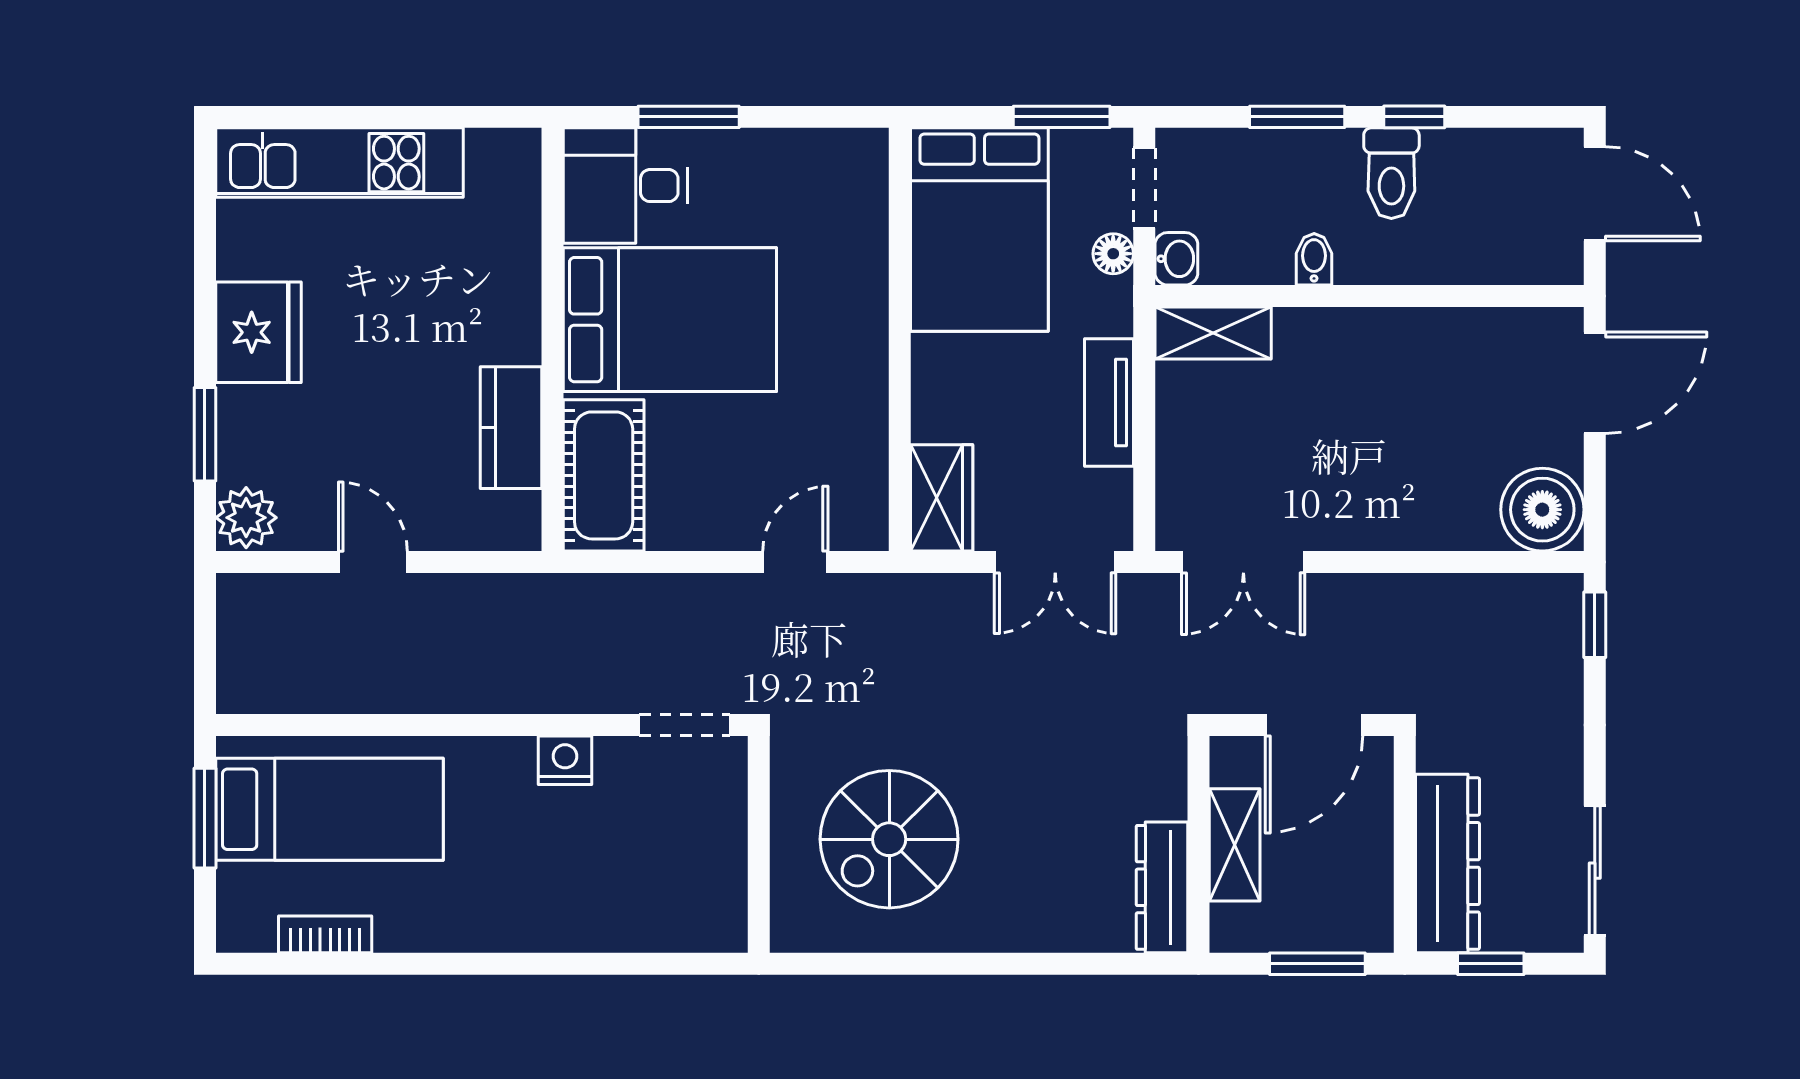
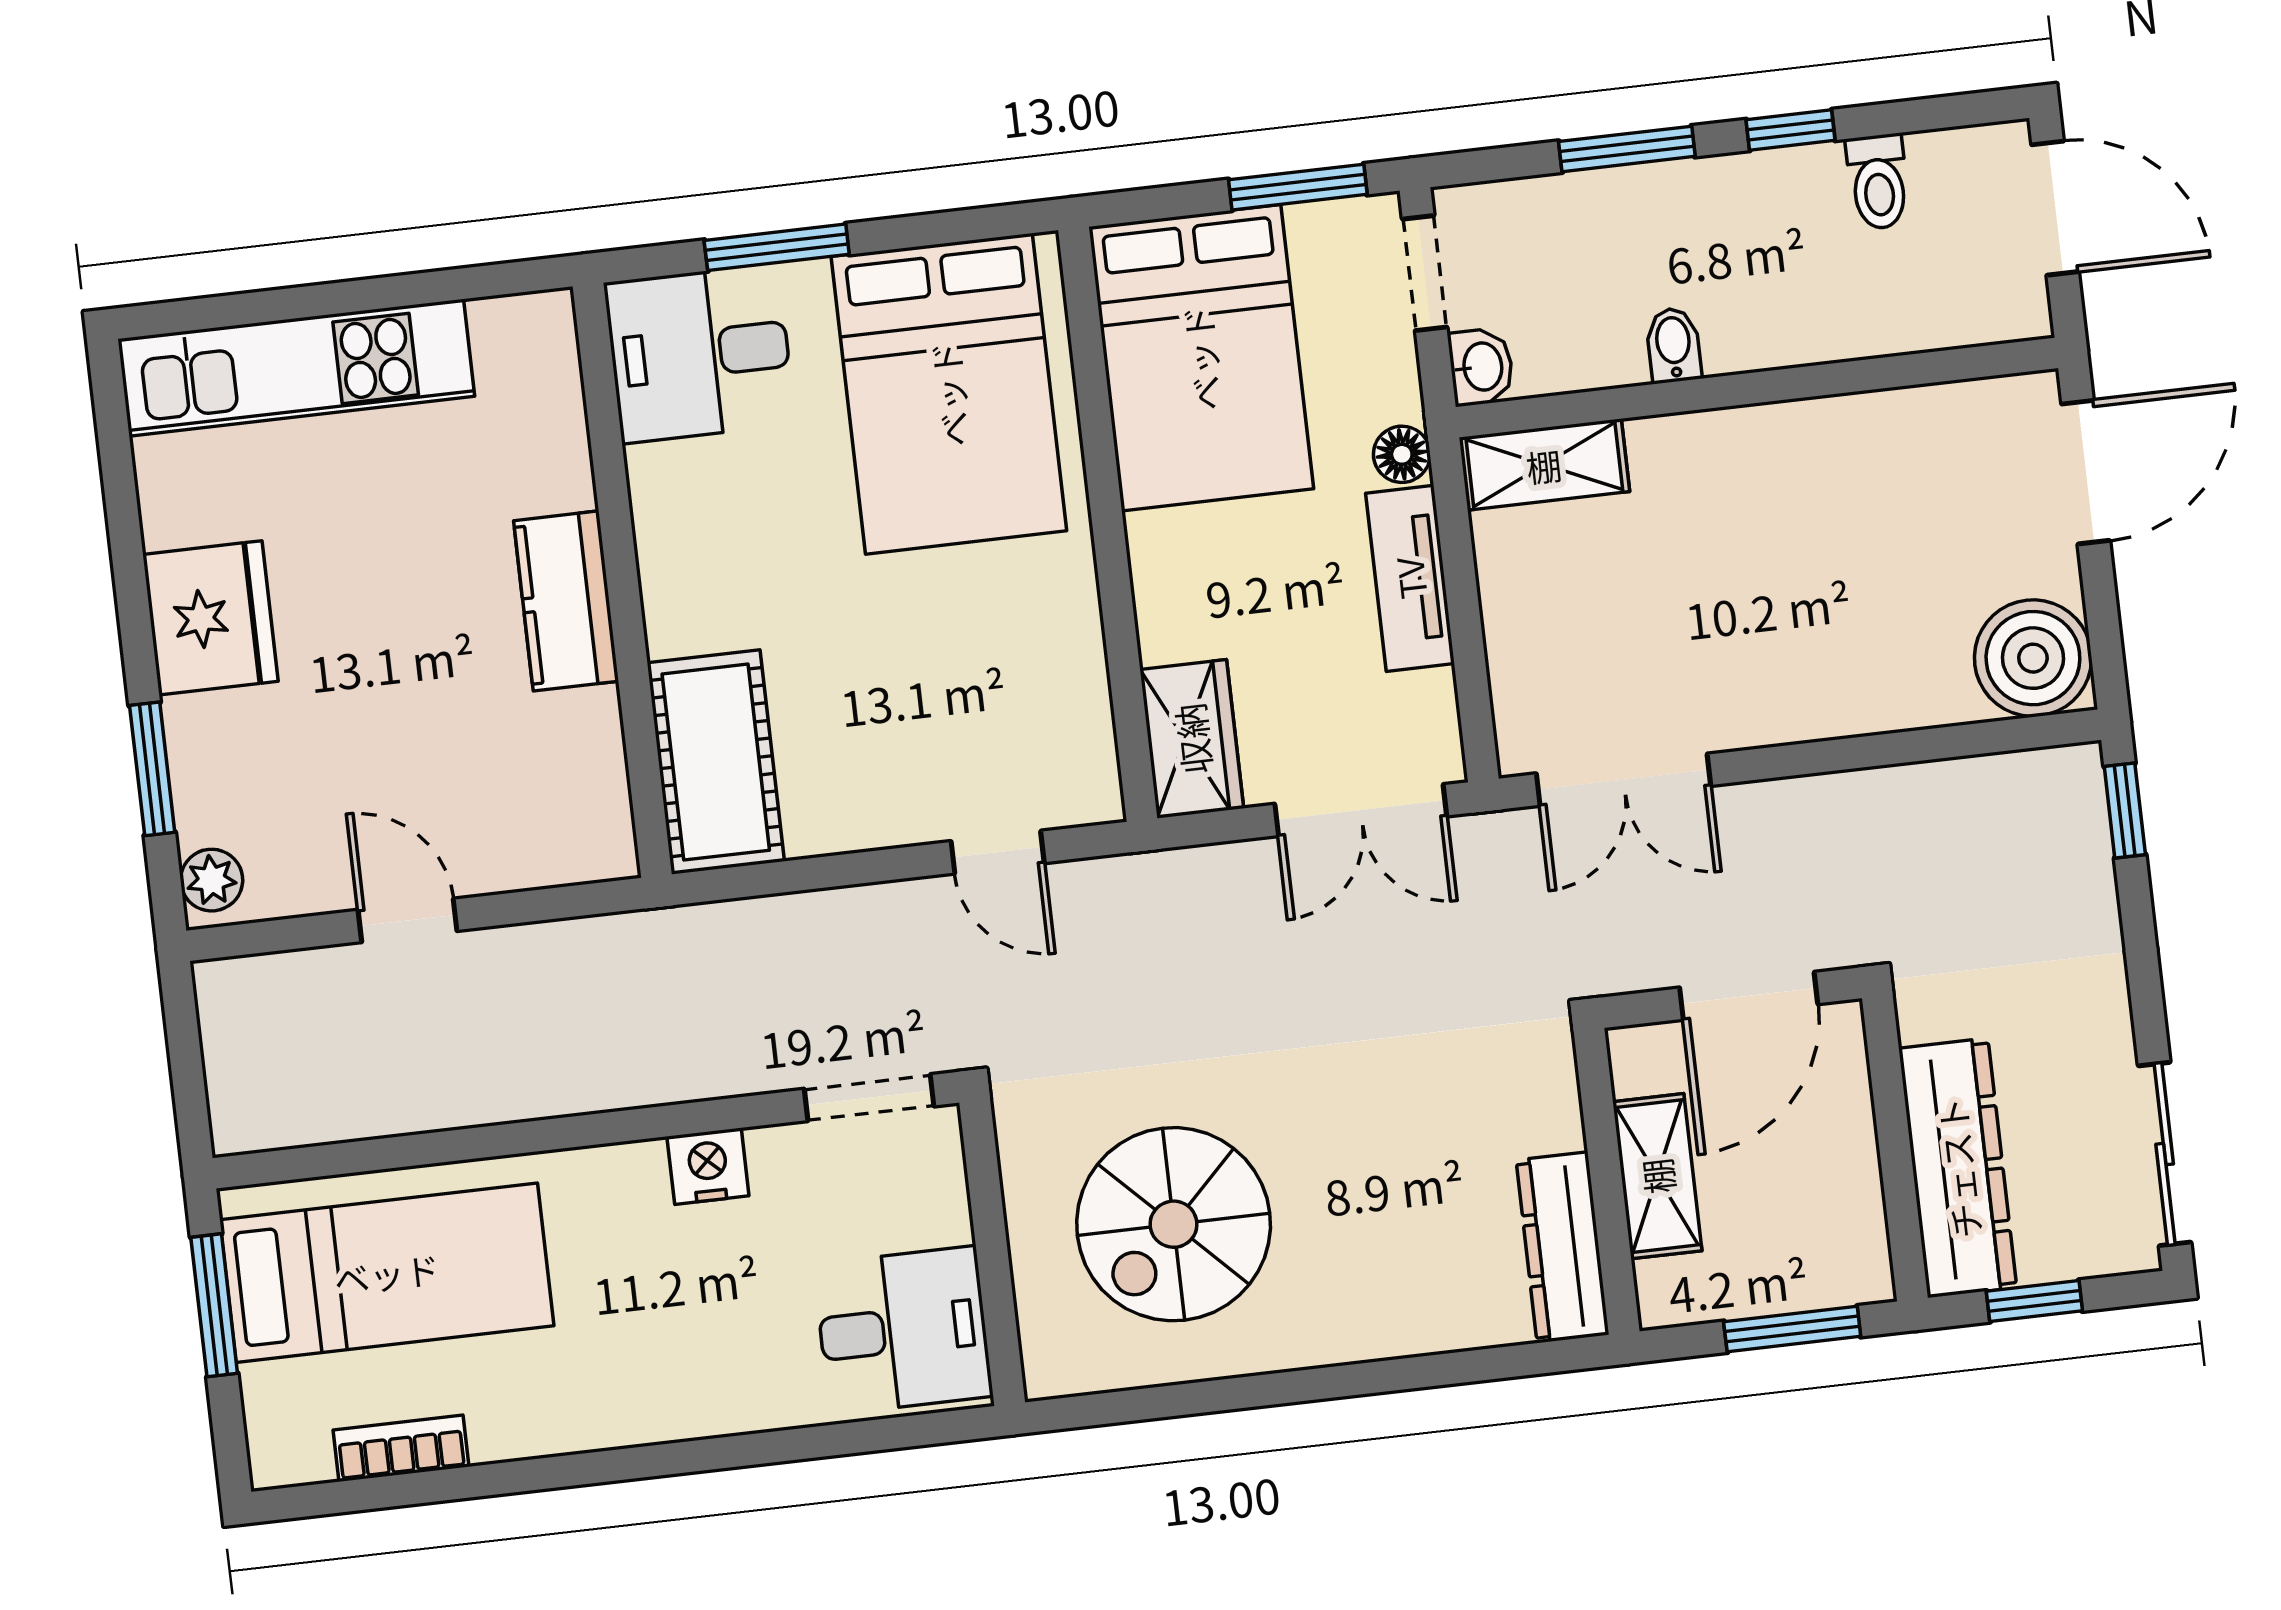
toilet: (1391, 173) -> (1878, 182), moved, width x0.73, depth x0.72
floor lamp: (1113, 254) -> (1402, 454), moved
bed: (670, 320) -> (949, 394), moved, turned 90
kitchen counter: (511, 428) -> (566, 601), moved
plant: (246, 518) -> (212, 880), width x0.73, depth x0.73
door: (795, 562) -> (998, 852), swing flipped
desk: (689, 892) -> (903, 1330), added

